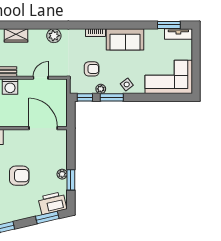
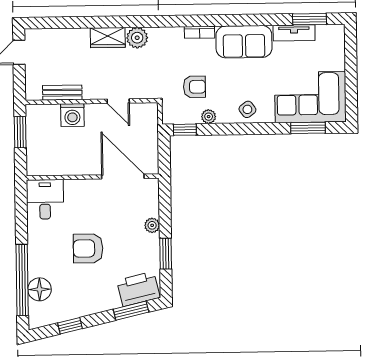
tv unit: (178, 34) -> (294, 33), moved
wardrobe: (16, 35) -> (108, 38), moved
door: (41, 78) -> (118, 101), swing flipped
window: (112, 97) -> (308, 128), moved
plant: (62, 174) -> (152, 225), moved
armchair: (19, 176) -> (88, 248), turned 180

